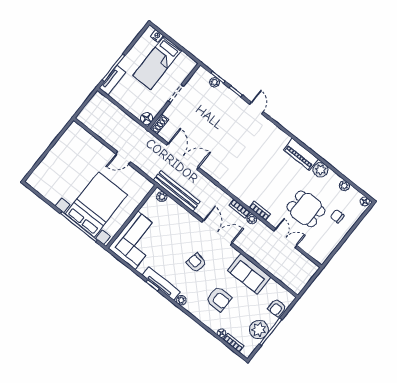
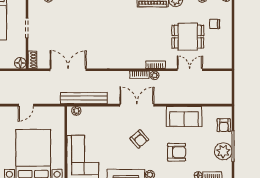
armchair: (196, 263) -> (139, 139), turned -141

